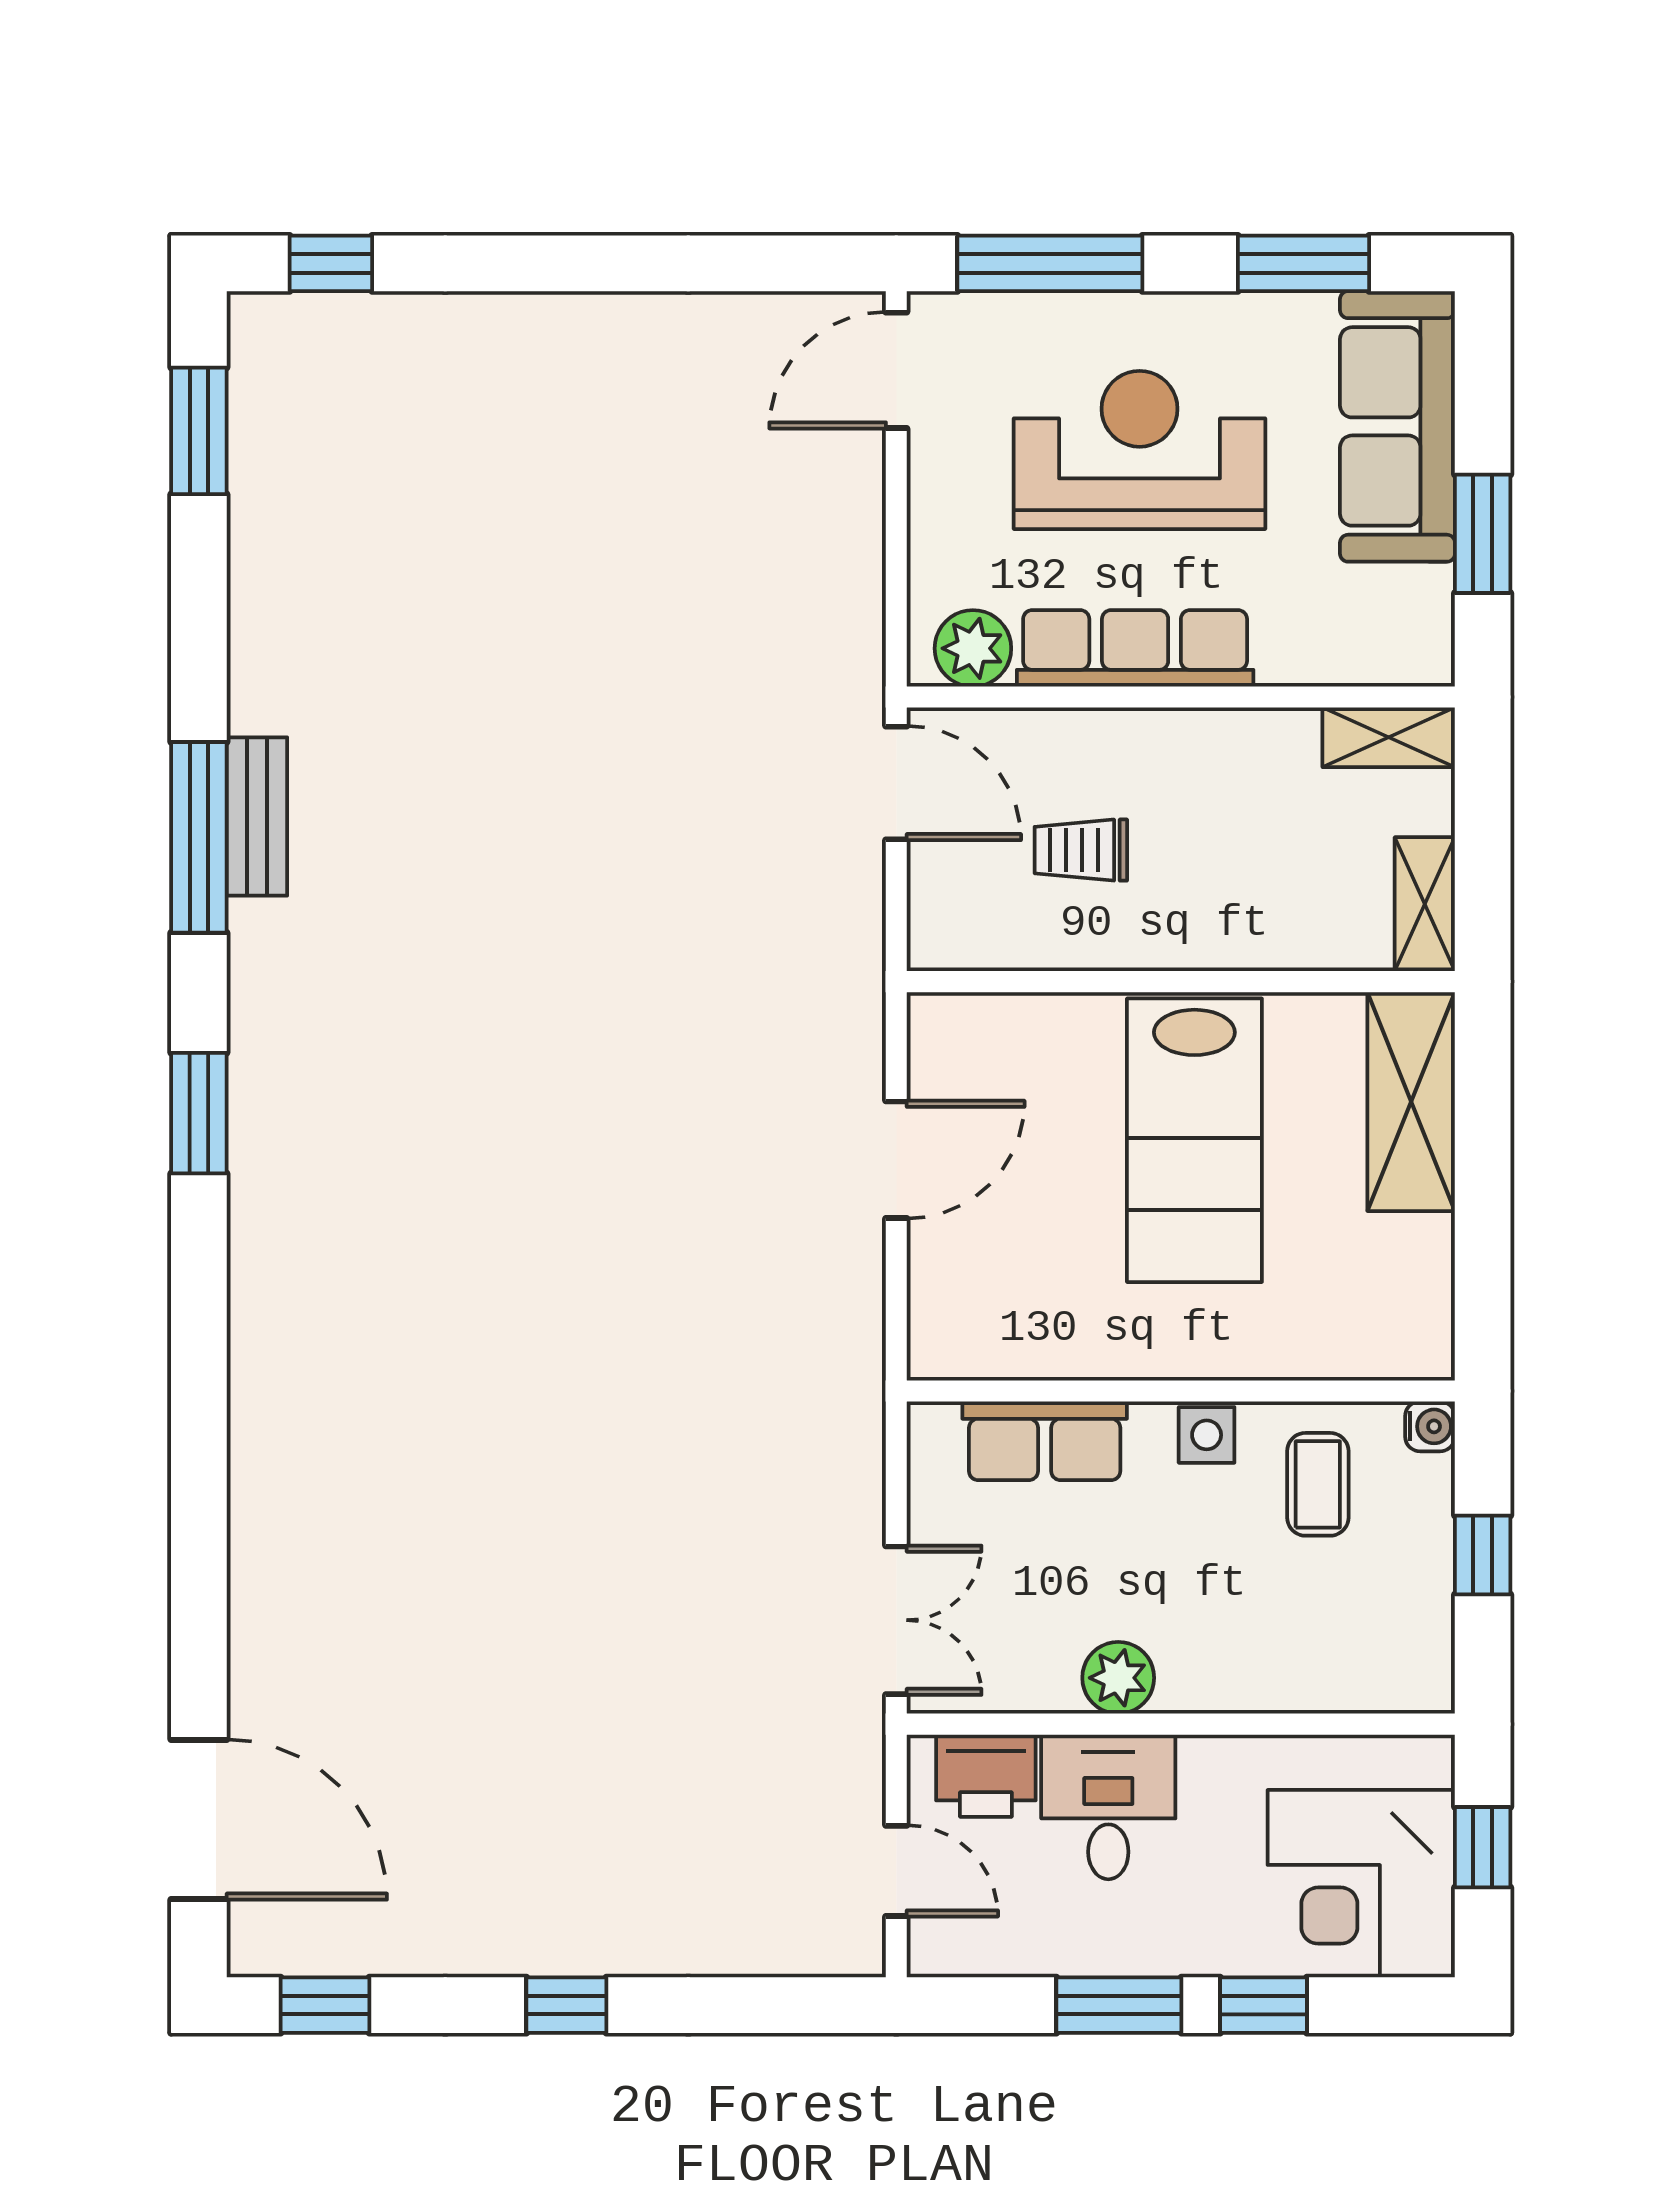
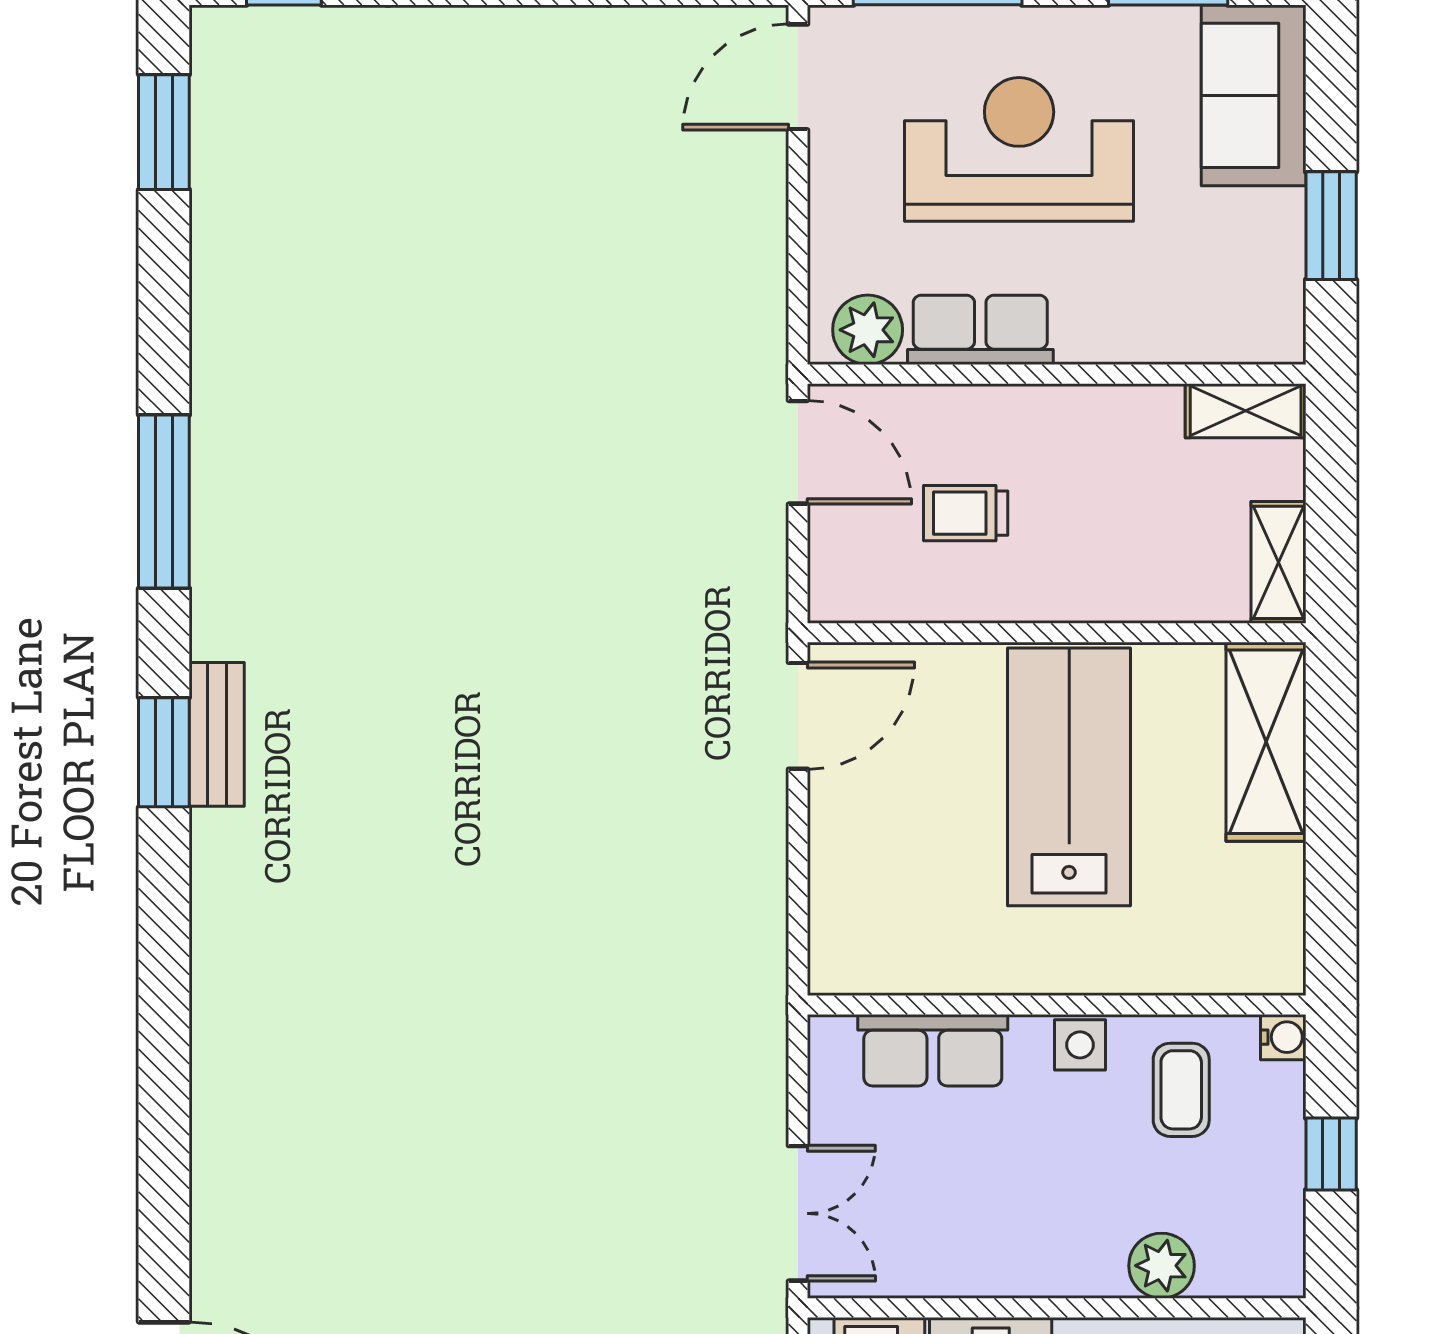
sofa: (1397, 426) -> (1254, 95), width x0.73
row of seats: (1135, 648) -> (980, 330), width x0.68
bench: (257, 816) -> (217, 734), moved
lab bench: (1194, 1140) -> (1069, 777), turned 180
door: (896, 1160) -> (798, 716), moved
plant: (1118, 1678) -> (1162, 1266), moved

